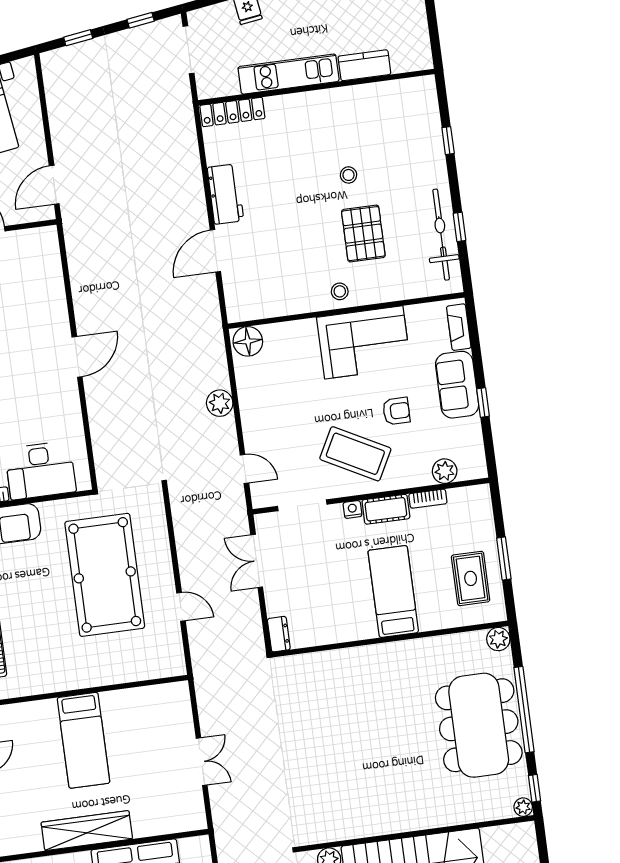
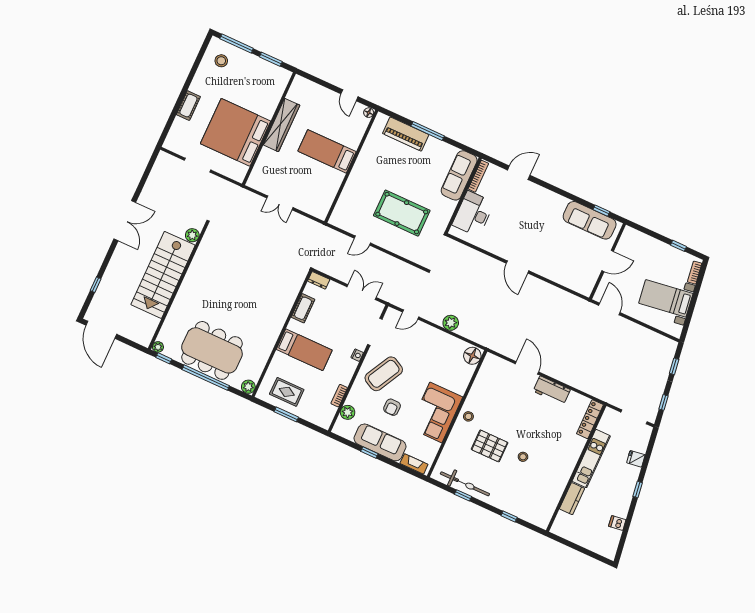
sofa: (457, 385) -> (380, 442), width x1.36
cot: (386, 509) -> (303, 308), moved
pool table: (105, 575) -> (402, 213), width x0.73, depth x0.76

